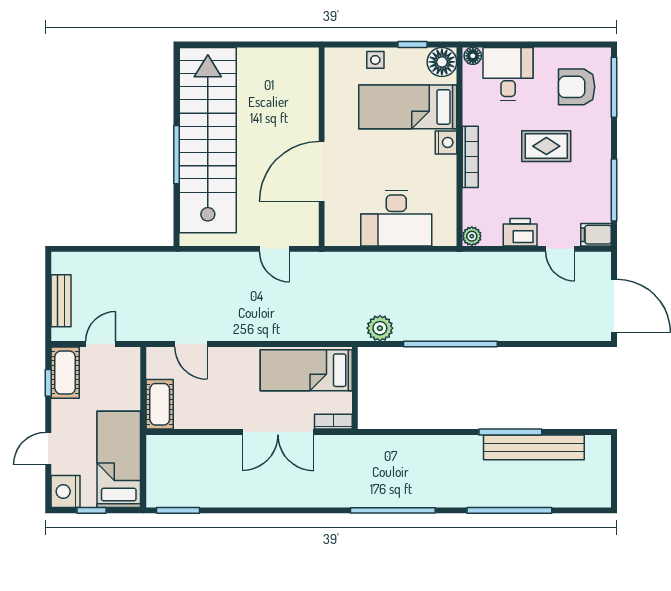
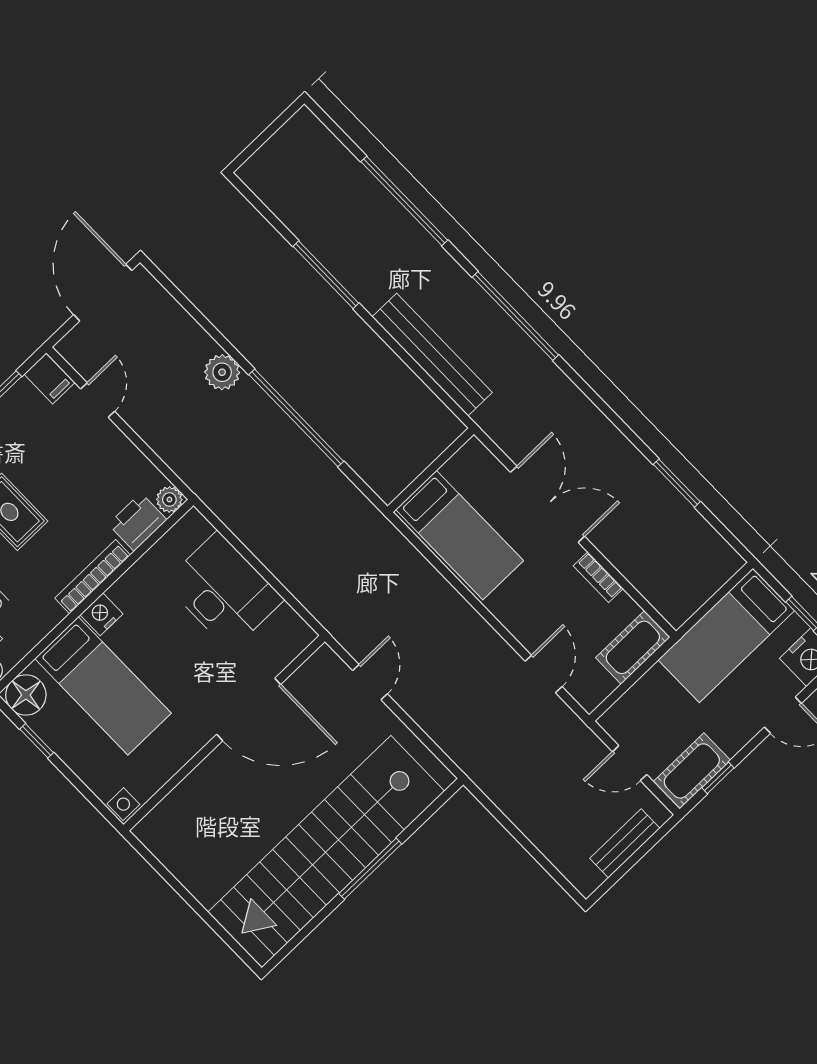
side table: (375, 60) -> (123, 804), moved
printer: (520, 232) -> (138, 522), moved, turned 90
plant: (380, 328) -> (222, 372), moved
bookcase: (333, 422) -> (598, 577), moved
bench: (534, 447) -> (432, 355), moved
window: (178, 510) -> (677, 483), moved

